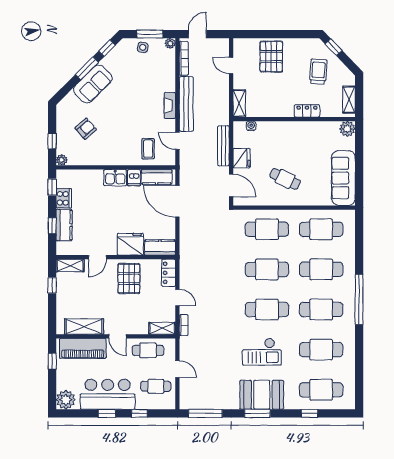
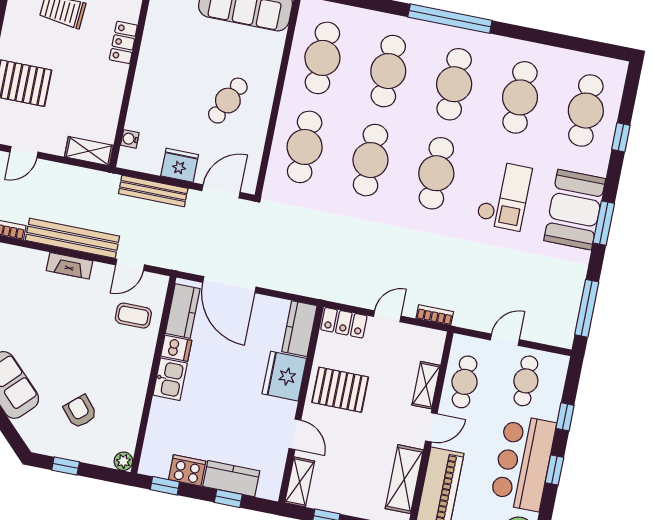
window: (52, 141) -> (66, 466), moved
door: (177, 201) -> (229, 285), hinge flipped
shelving: (162, 328) -> (426, 385), moved

